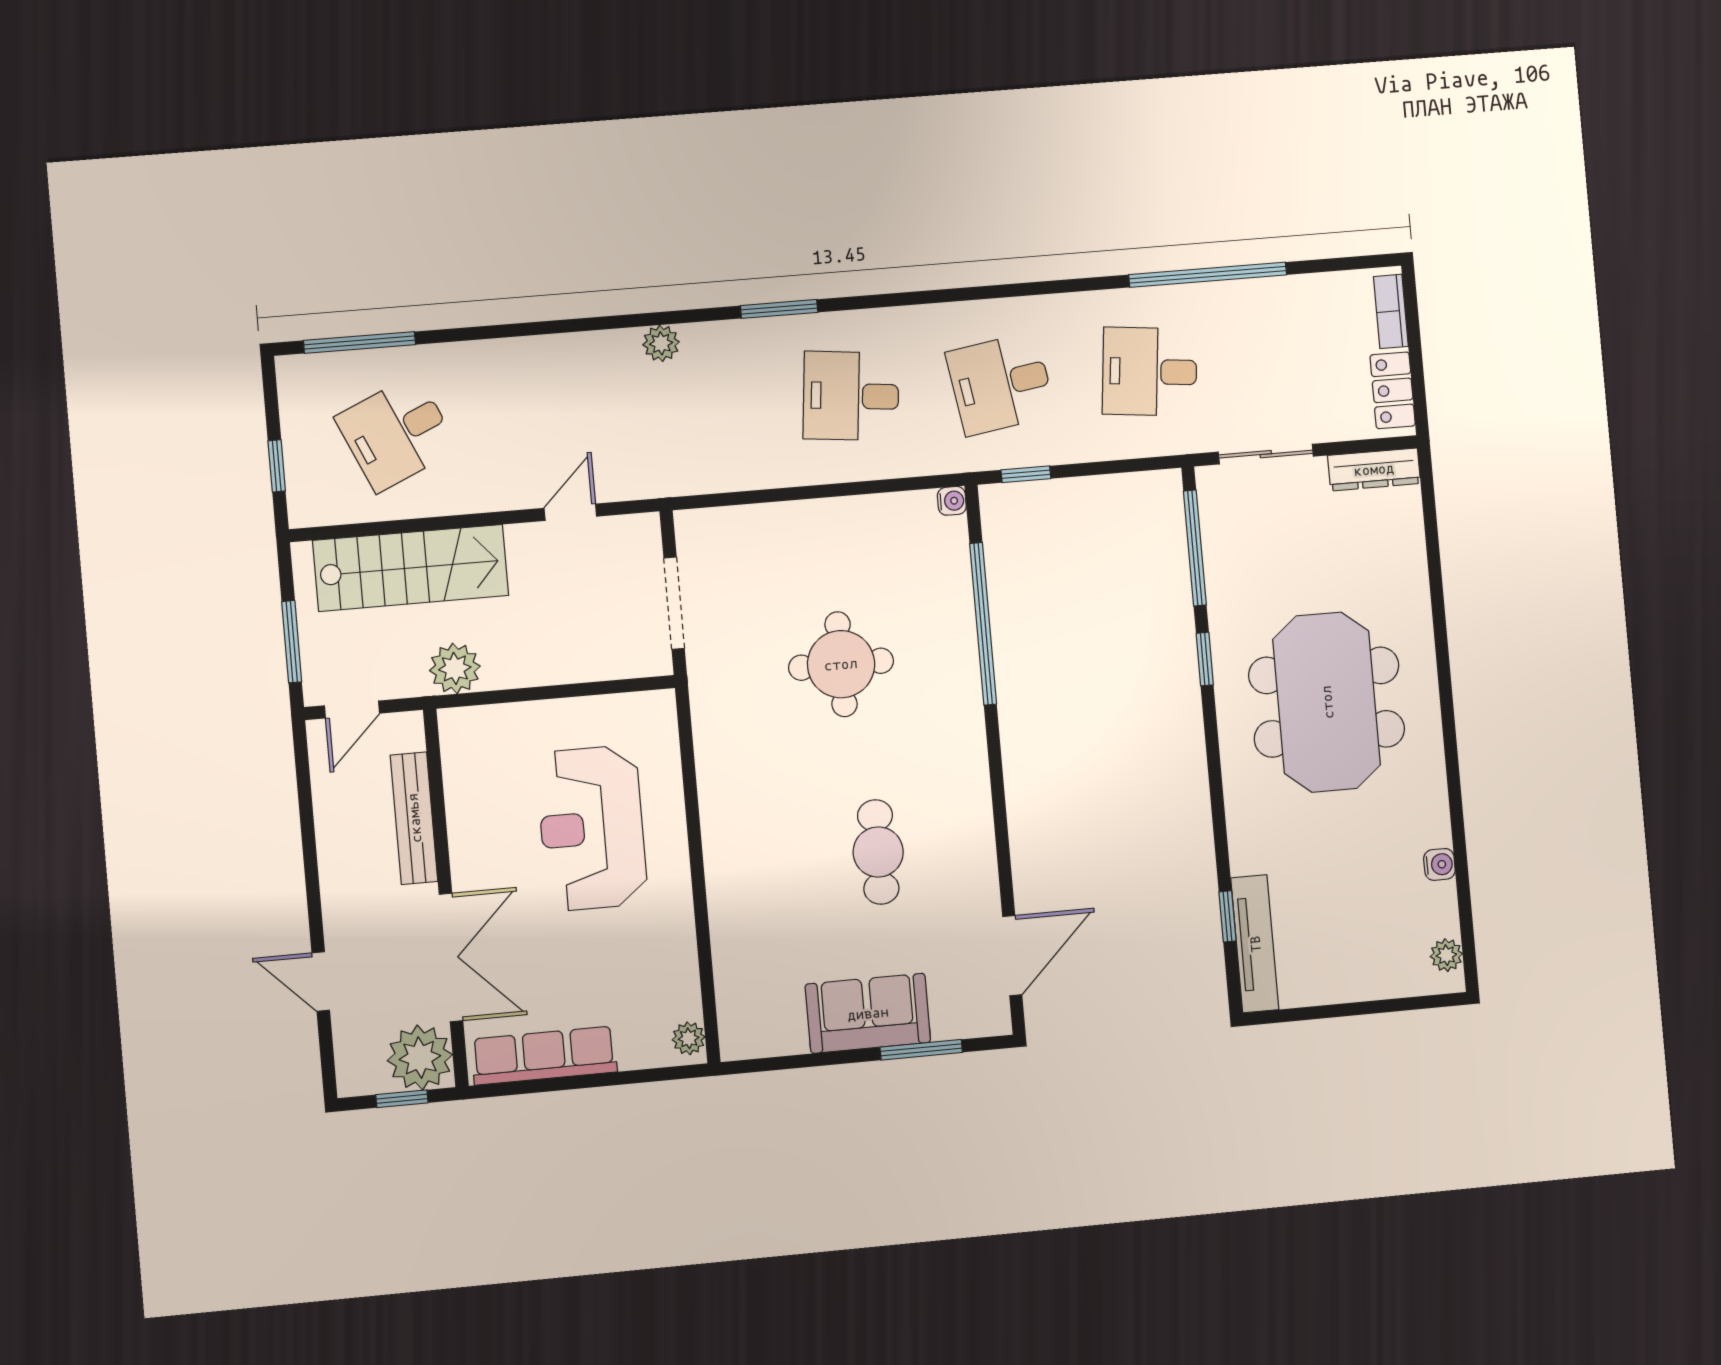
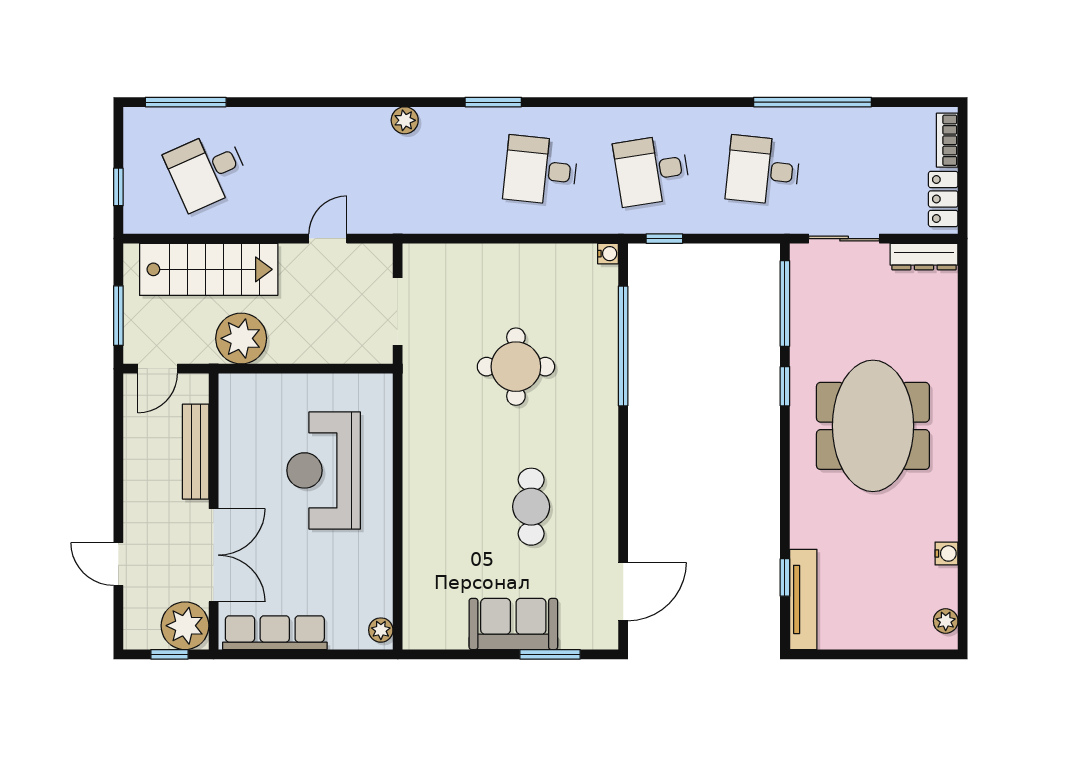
plant: (455, 668) -> (241, 338), width x1.36, depth x1.36

